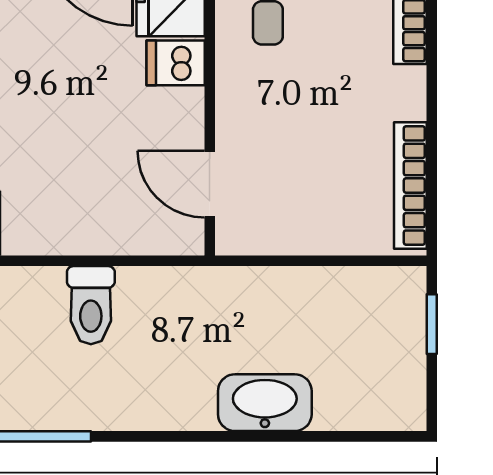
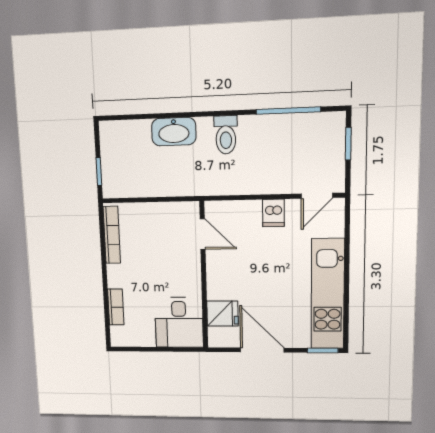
dishwasher: (176, 63) -> (273, 213), moved, turned 90
toilet: (91, 305) -> (226, 135), moved, turned 180

